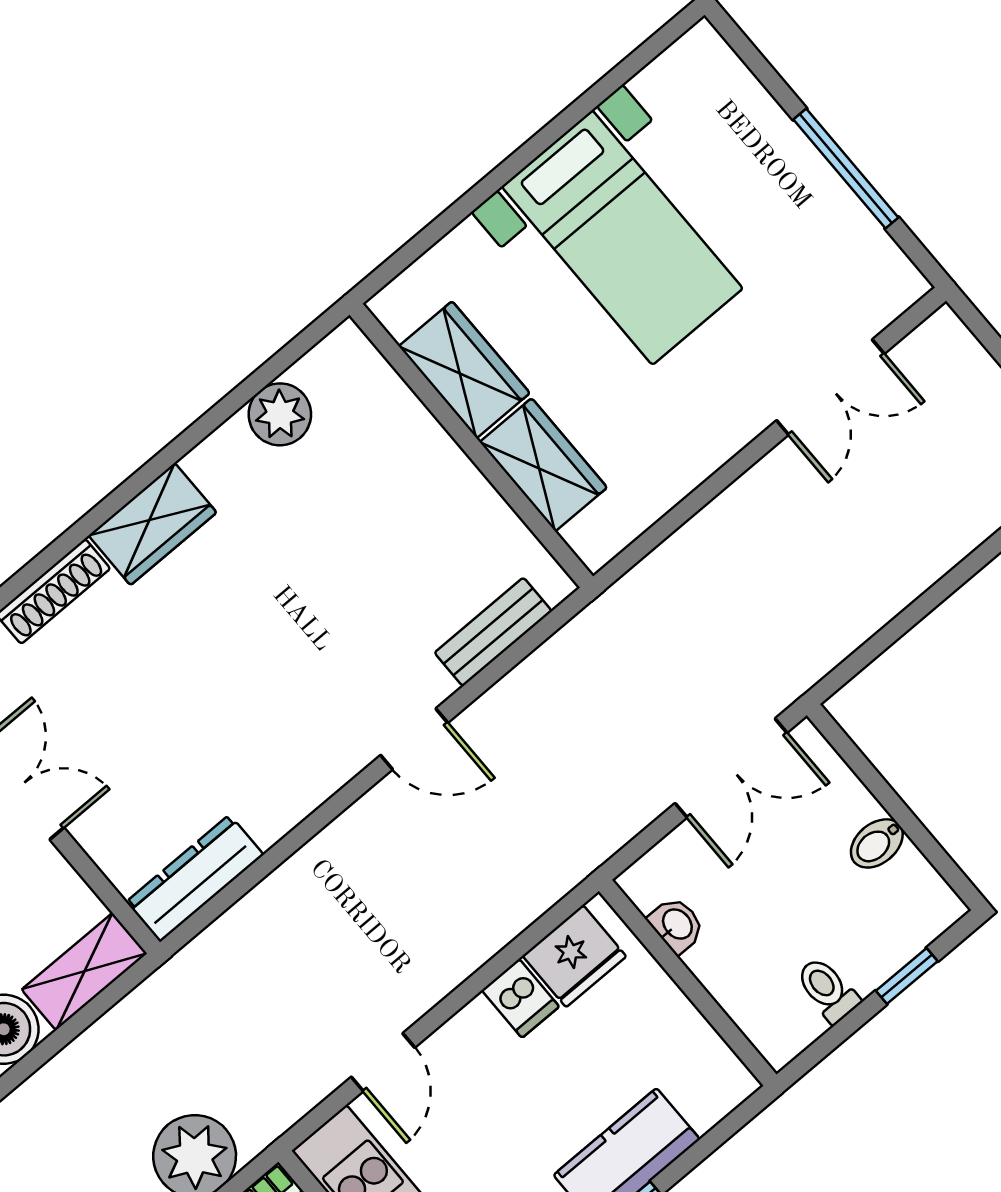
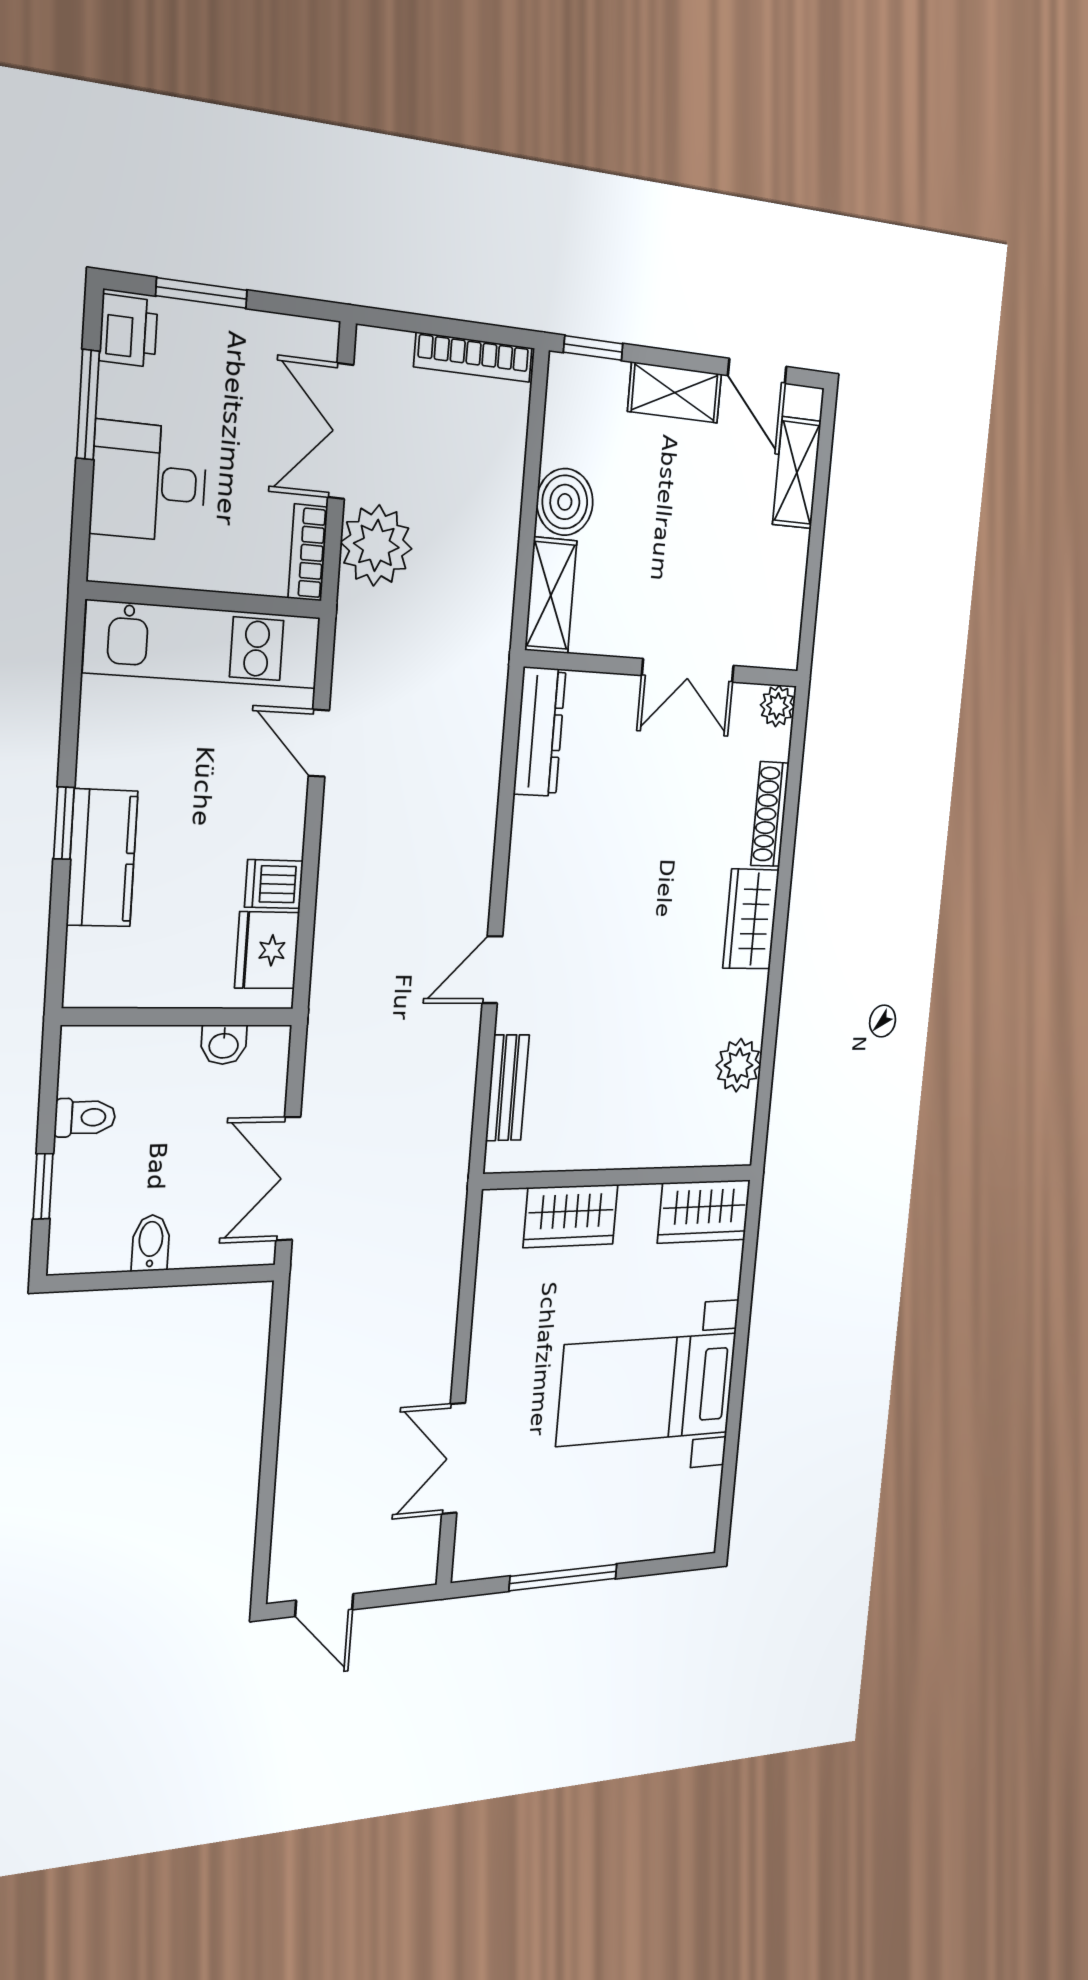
wardrobe: (464, 370) -> (704, 1211), moved

